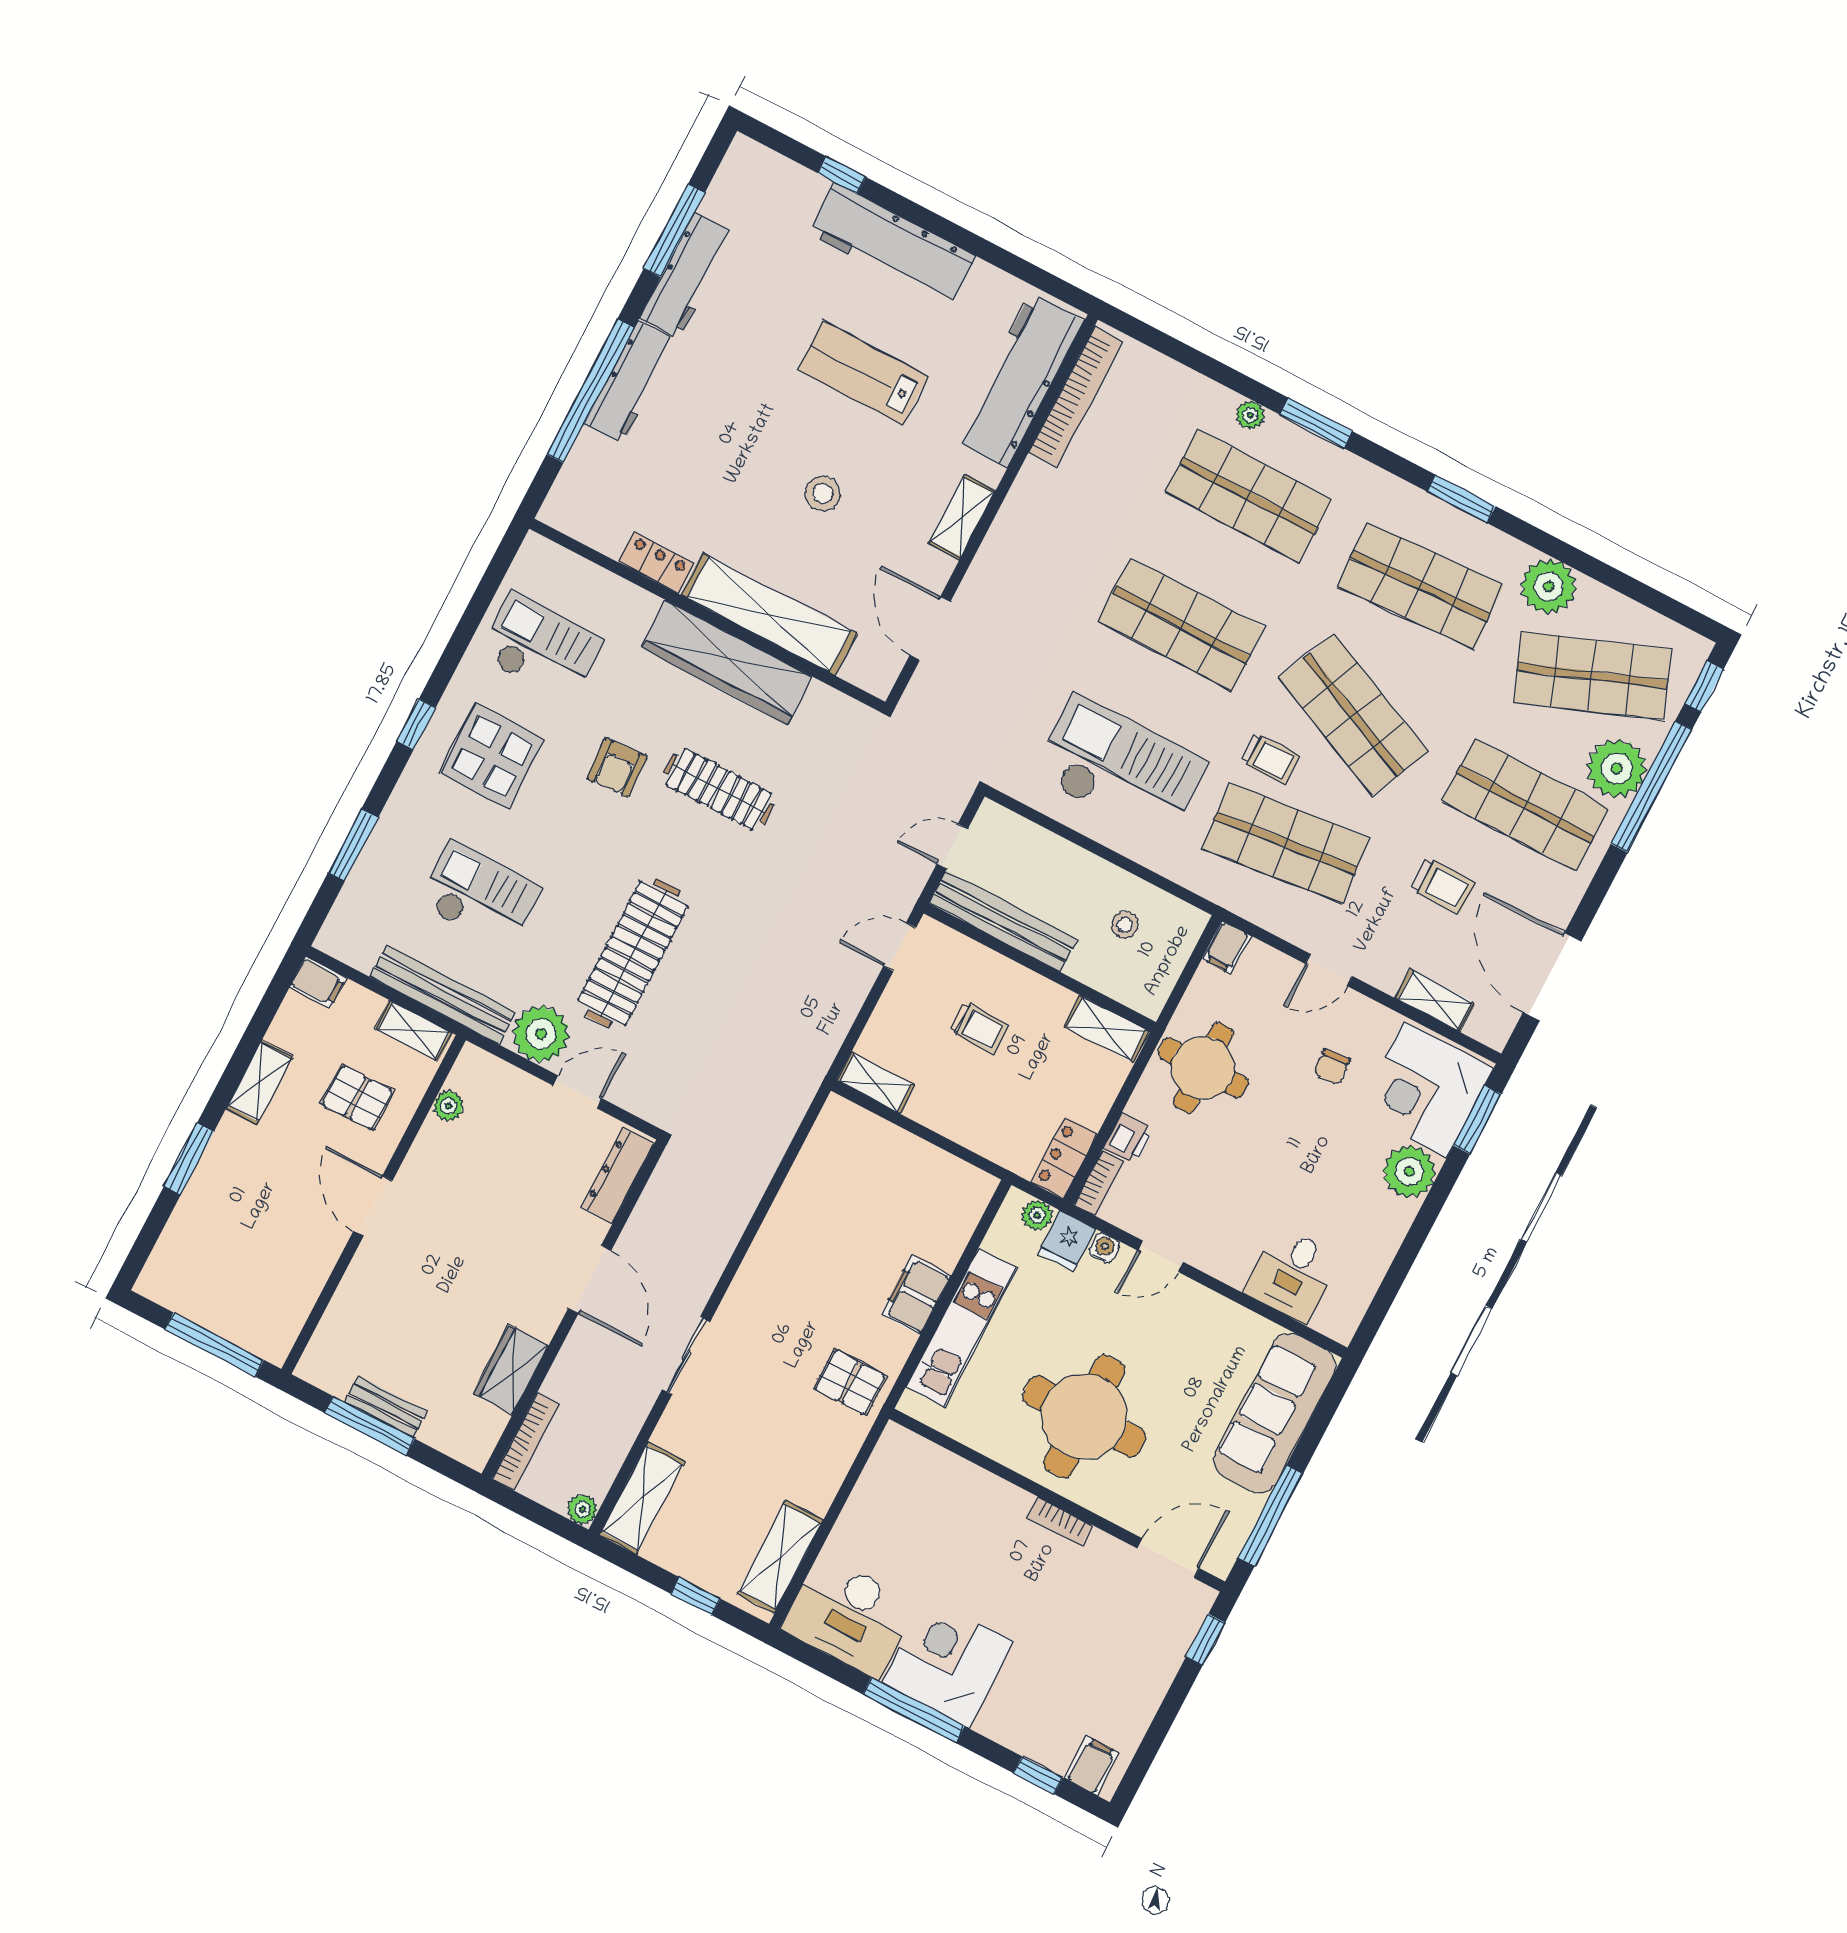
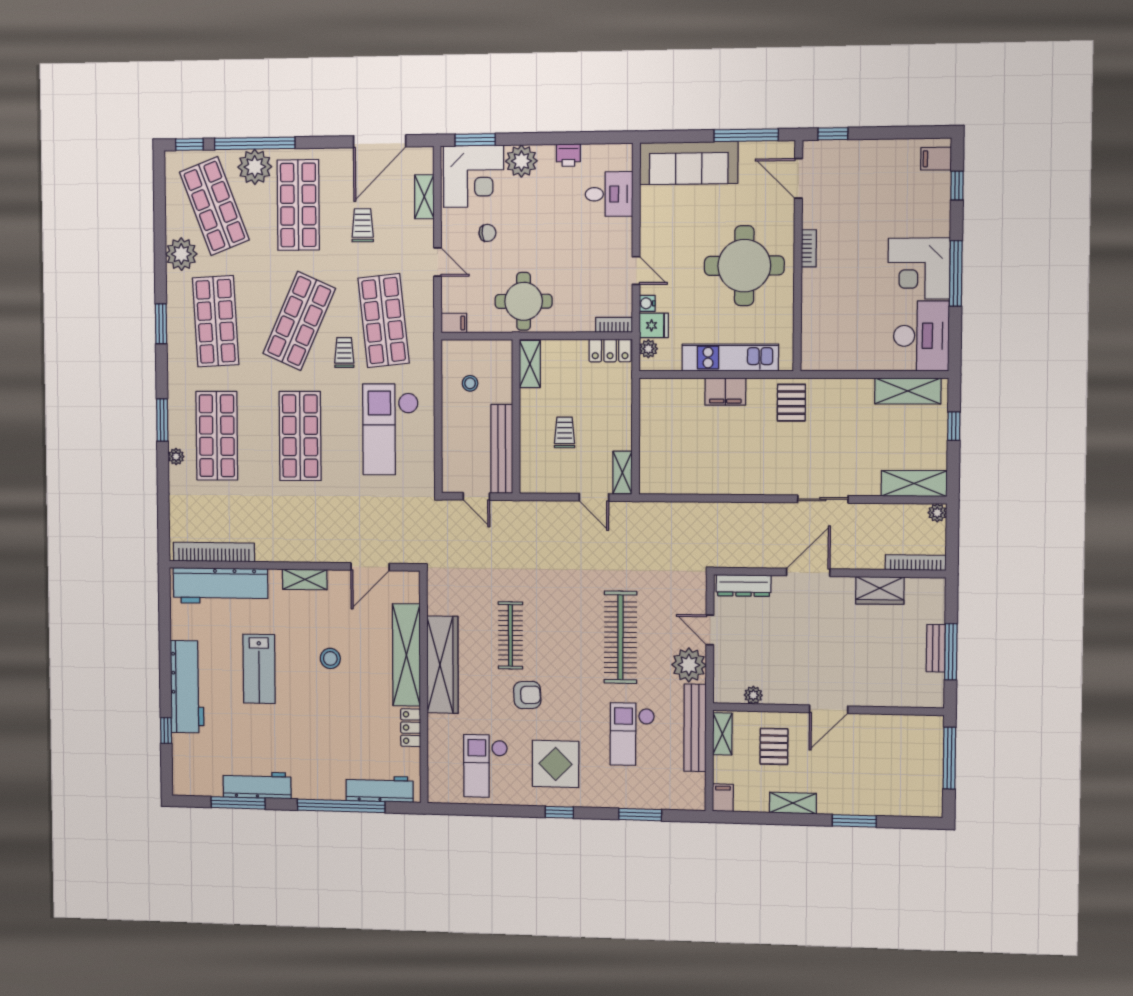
workbench: (630, 382) -> (380, 789), moved
door: (900, 947) -> (594, 497), moved
clothes rail: (633, 953) -> (620, 637), turned 90
printer: (1129, 1138) -> (568, 155), moved, turned 180

